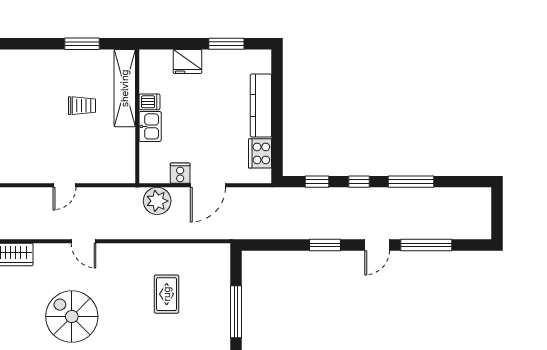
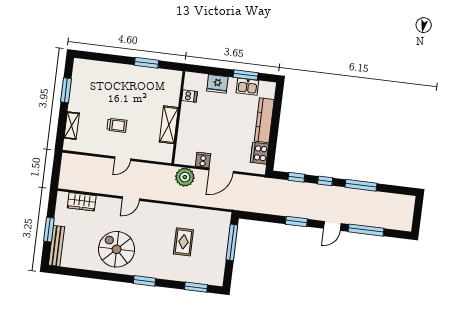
shelving: (125, 88) -> (169, 125), moved, width x0.68
dishwasher: (149, 102) -> (189, 96), moved
trolley: (82, 106) -> (117, 125), moved
kitchen sink: (150, 126) -> (247, 87), moved, turned 90
door: (83, 241) -> (131, 199), hinge flipped
window: (236, 312) -> (232, 242), moved

